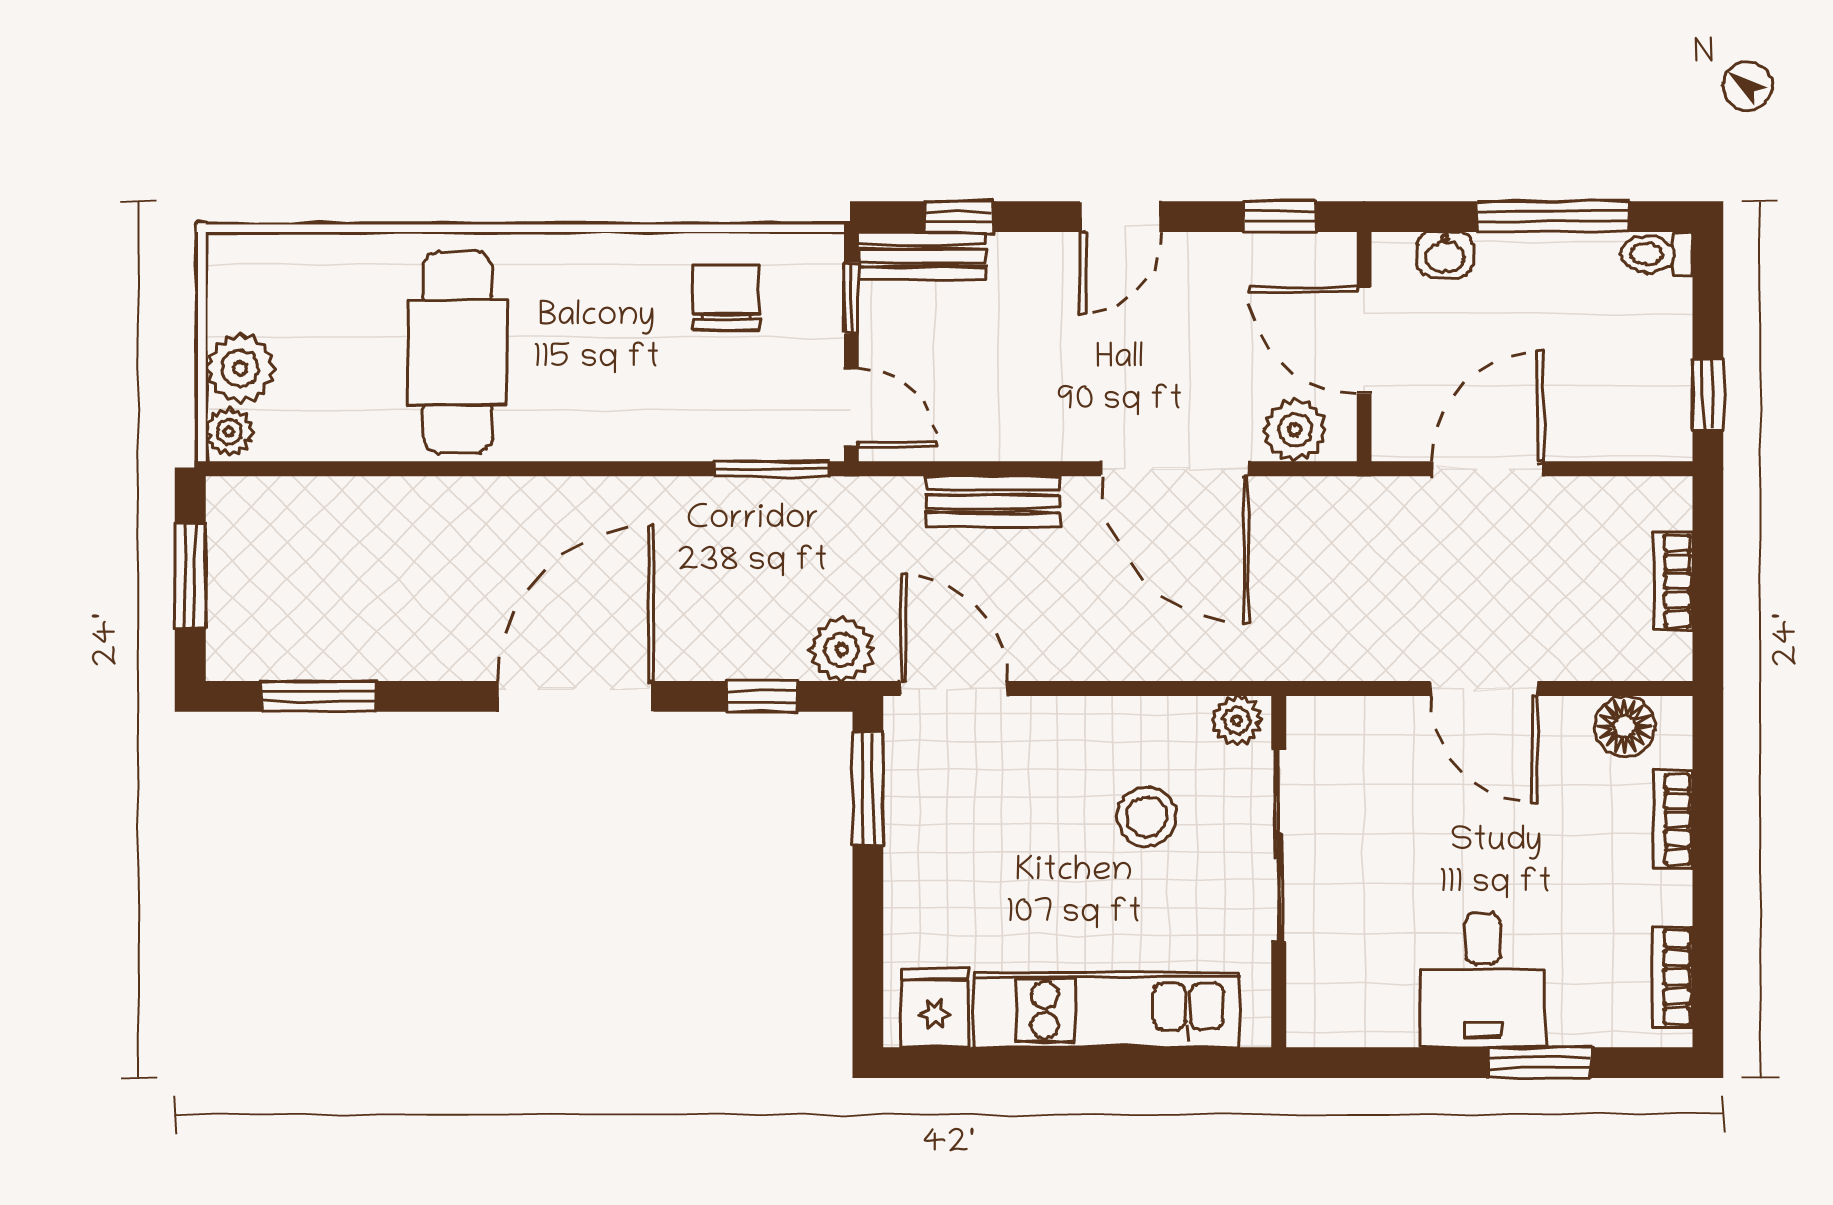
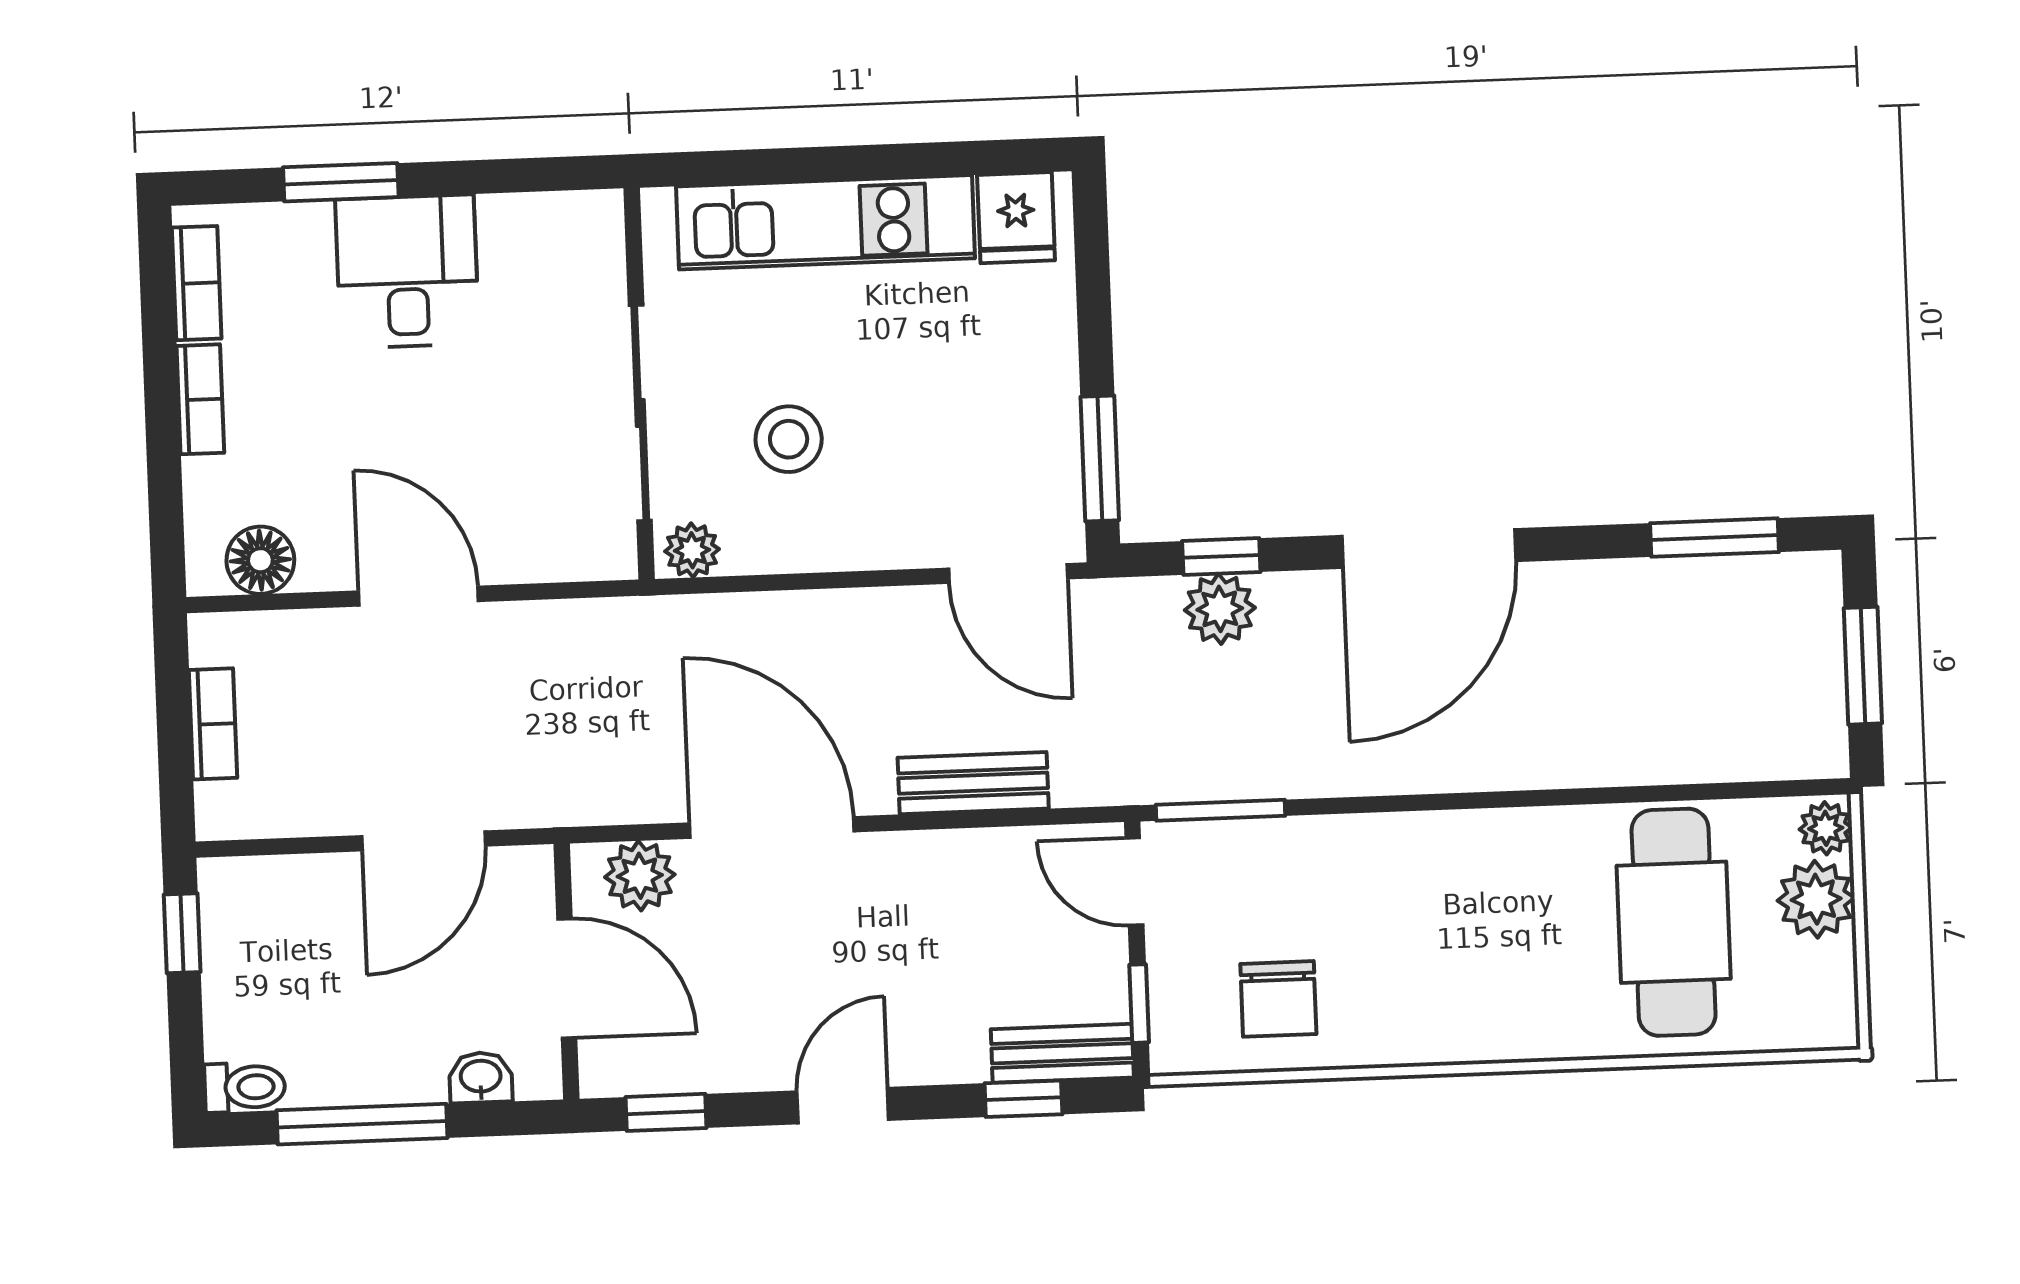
cafe table: (457, 353) -> (1674, 922), moved
plant: (842, 650) -> (1220, 609), moved
bookcase: (1673, 820) -> (200, 399), moved

